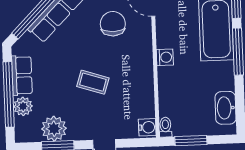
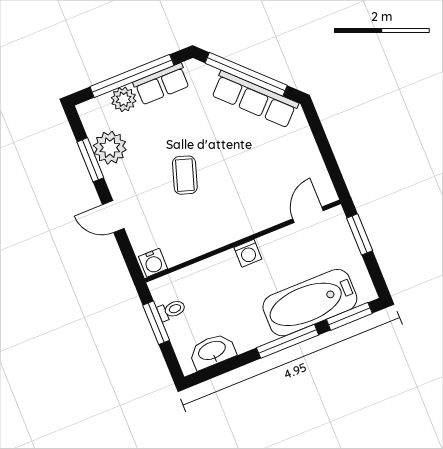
chair: (113, 24) -> (266, 174), removed
toilet: (165, 127) -> (172, 310), moved

